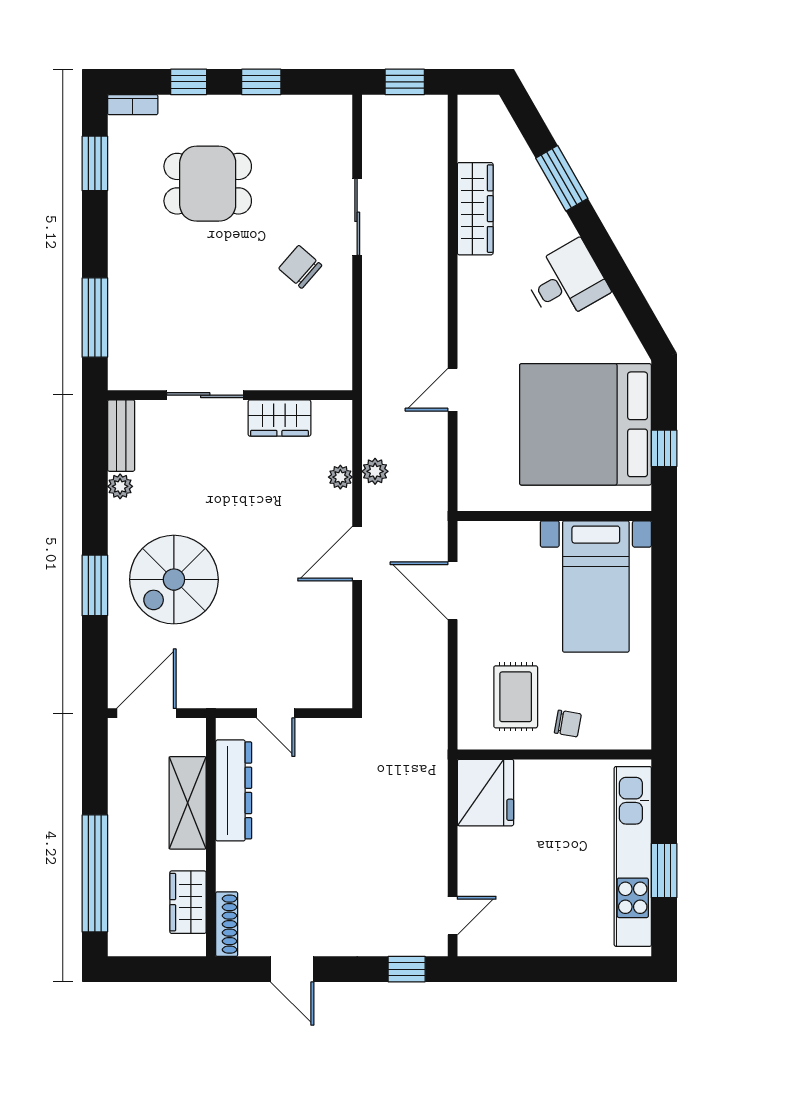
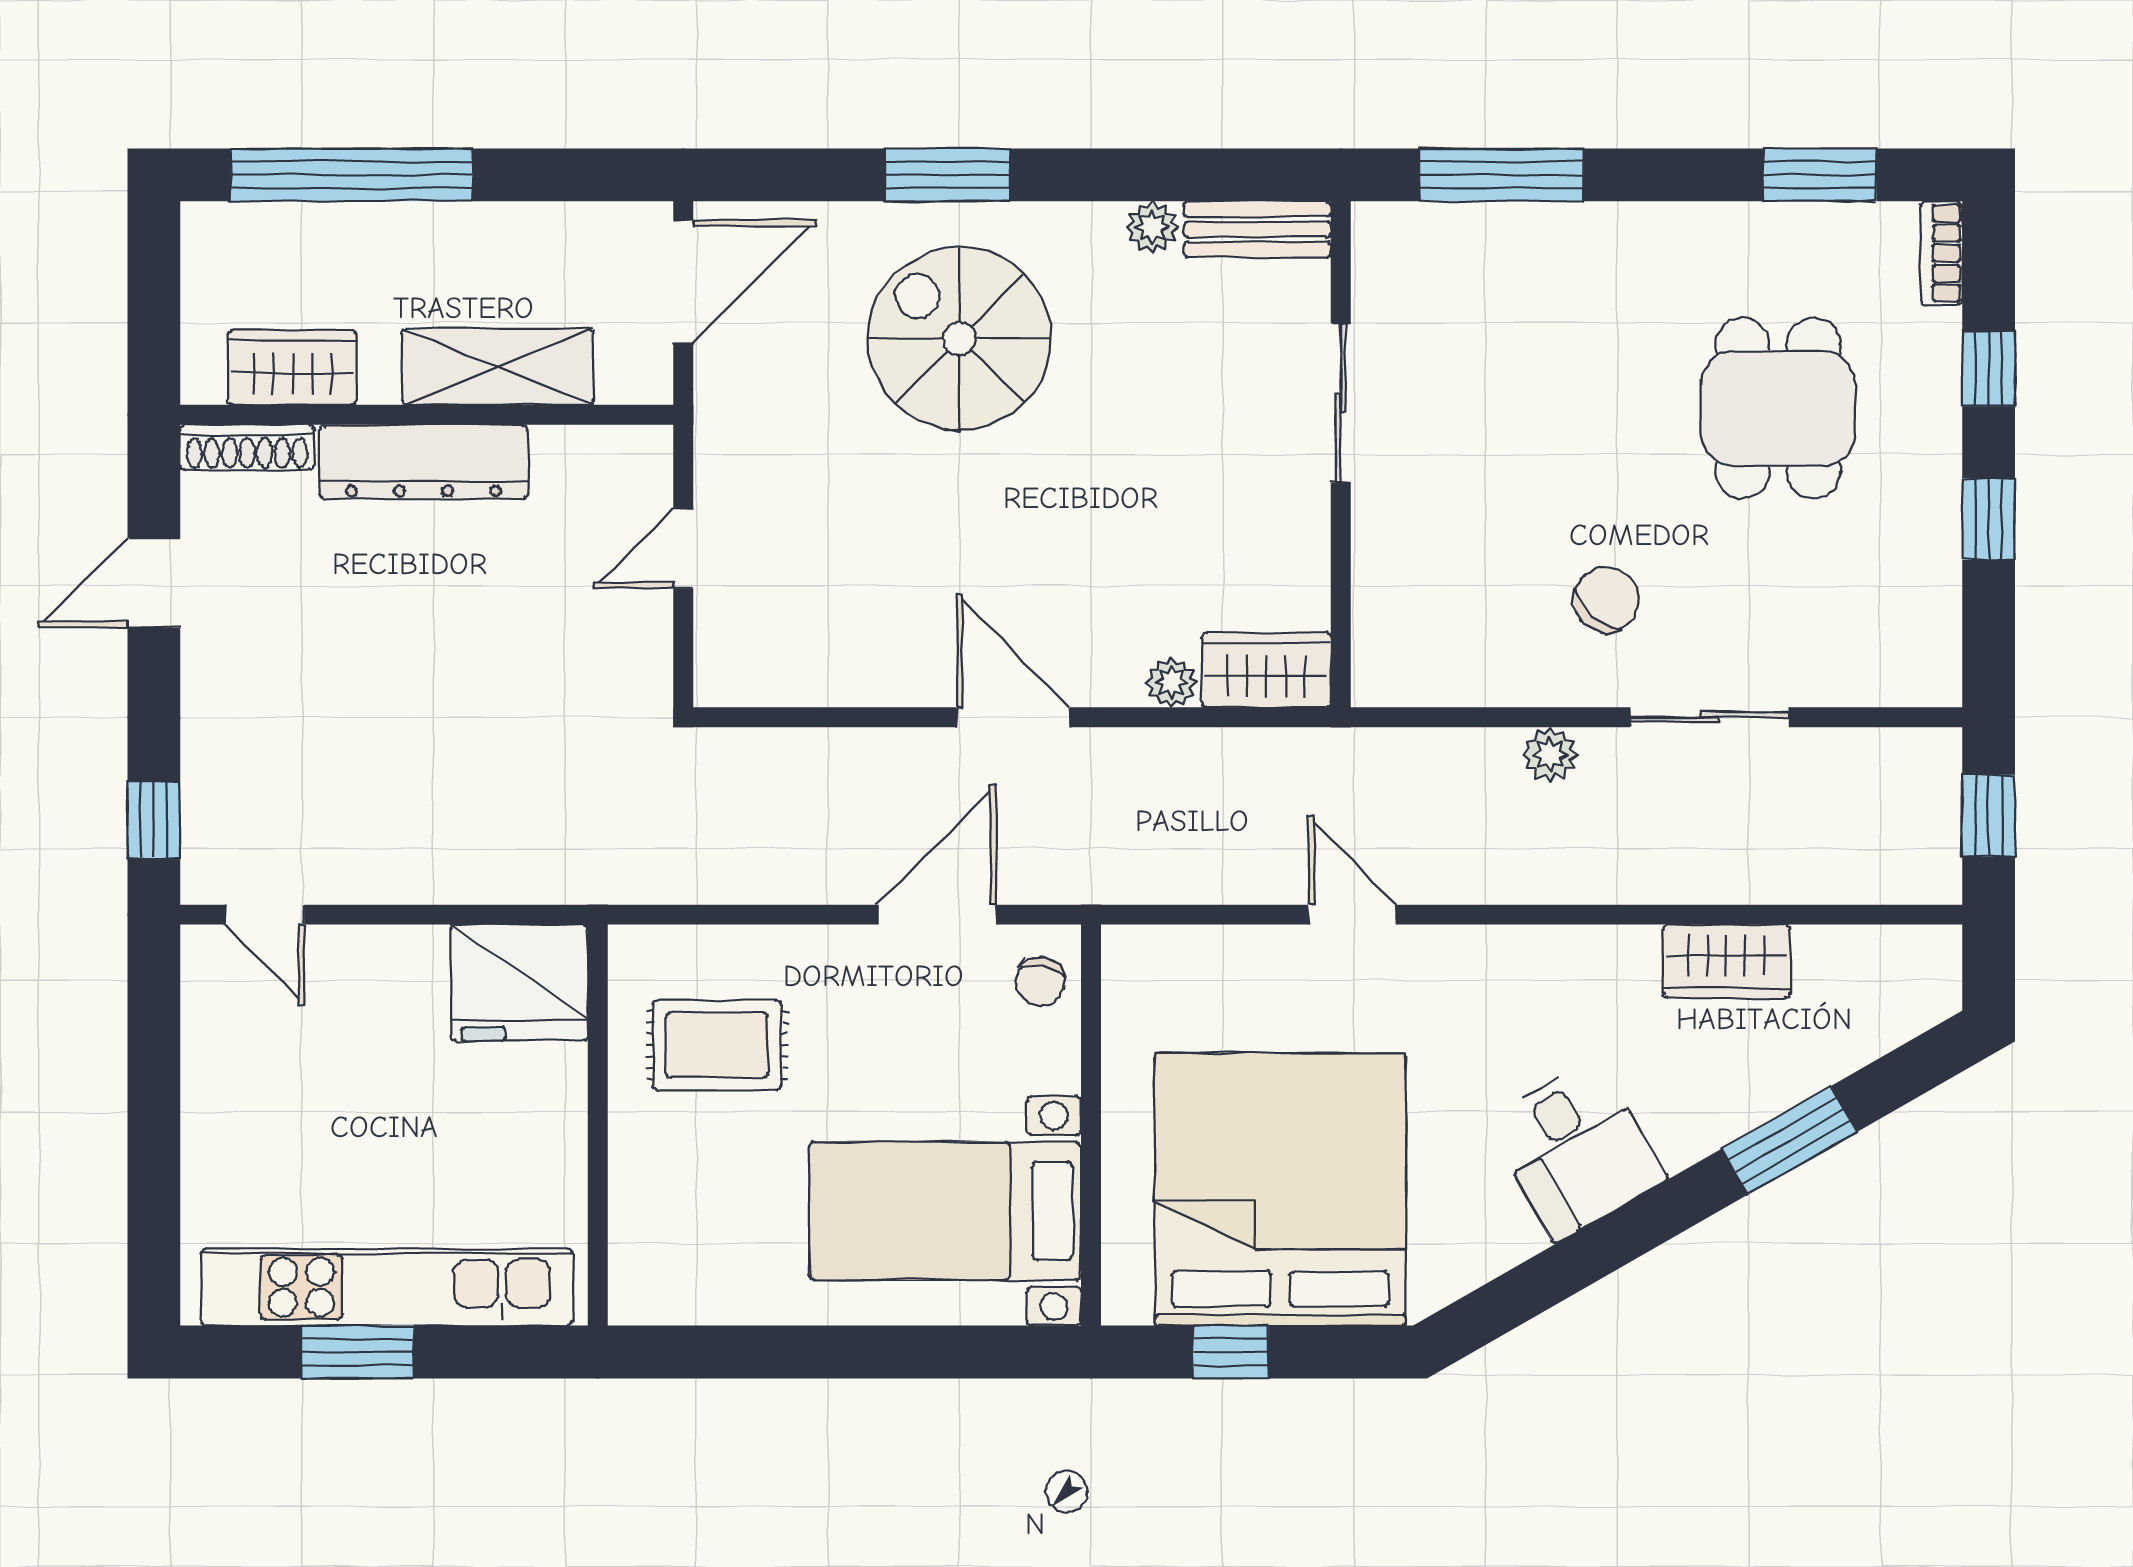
wardrobe: (475, 209) -> (1726, 961), width x0.67
wardrobe: (279, 418) -> (1266, 670), moved, turned 90
plant: (375, 471) -> (1550, 754), moved
door: (146, 713) -> (683, 281), hinge flipped
chair: (568, 723) -> (1040, 982), moved
dresser: (234, 790) -> (424, 462), moved

